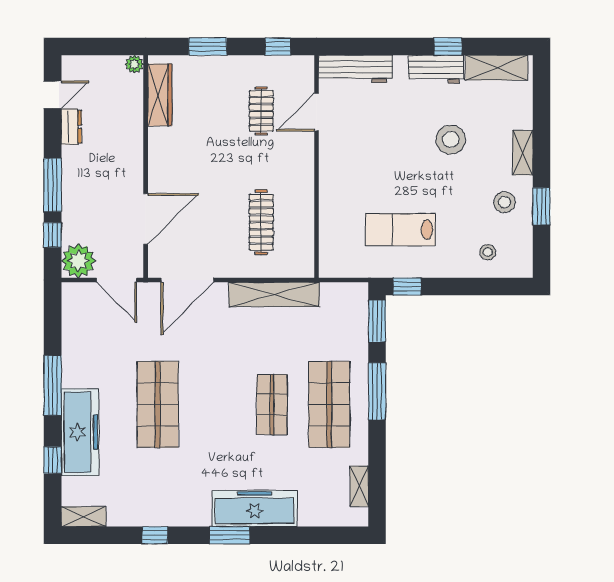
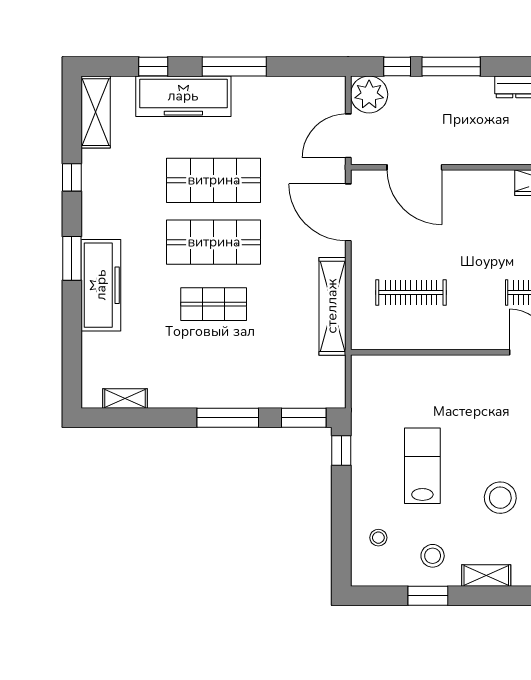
lab bench: (400, 230) -> (422, 466), moved
shop shelf: (329, 404) -> (214, 242), moved
shelving: (84, 517) -> (96, 112), width x1.50, depth x1.33

